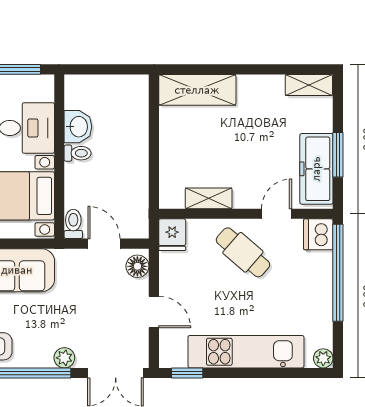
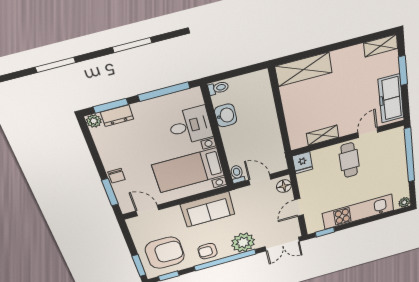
toilet: (78, 153) -> (218, 88), moved
window: (338, 155) -> (403, 71), moved
dishwasher: (318, 234) -> (396, 137), removed
cafe table: (243, 252) -> (349, 160), turned 49
door: (154, 312) -> (299, 207), swing flipped
plant: (64, 358) -> (243, 243), width x1.87, depth x1.87

